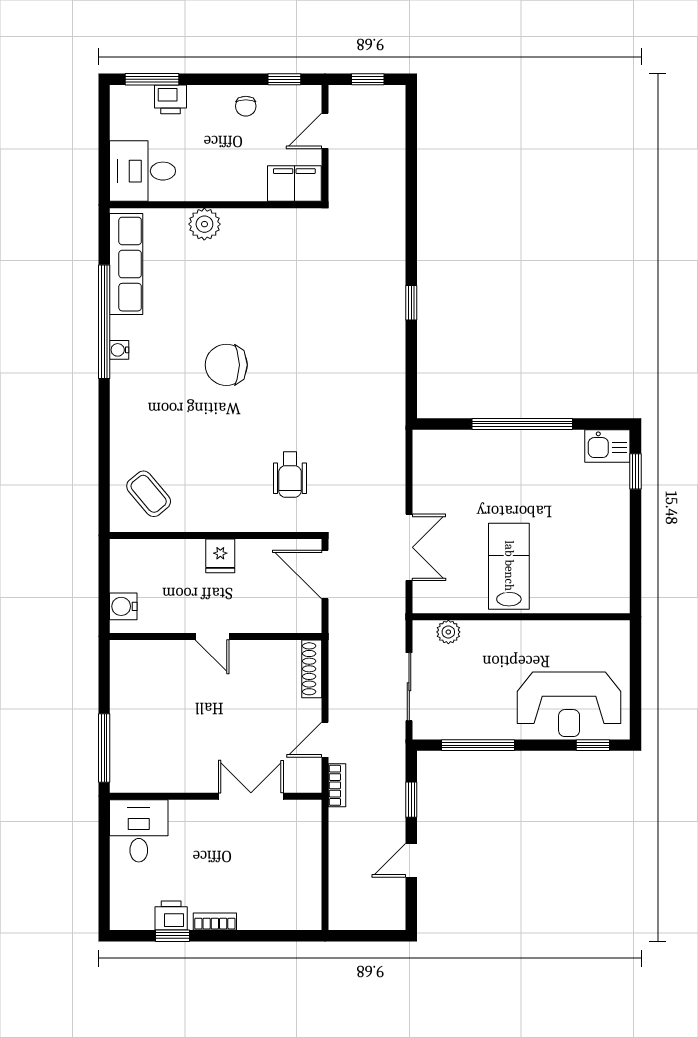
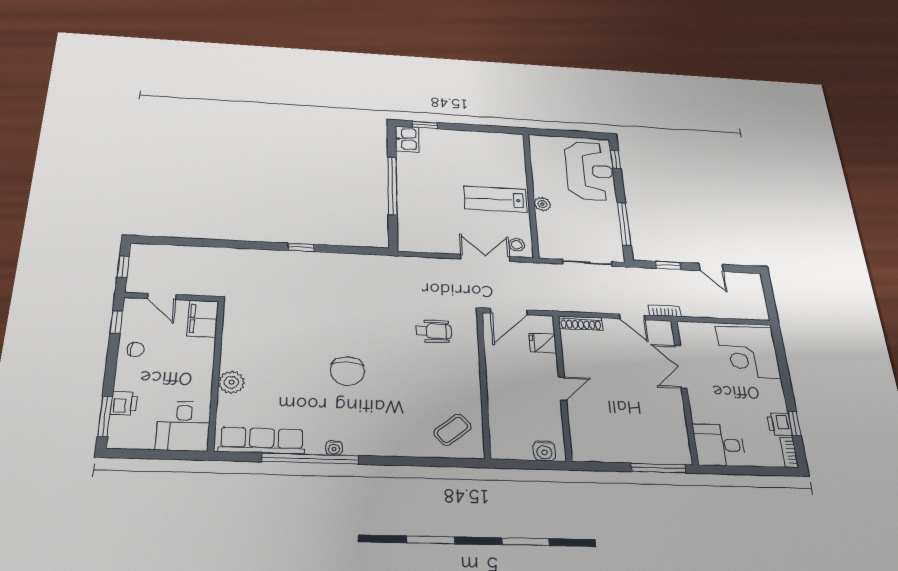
fridge: (220, 556) -> (543, 343), moved, turned 180
stool: (433, 591) -> (517, 245), added
plant: (448, 632) -> (542, 204), moved
corner desk: (278, 891) -> (748, 352), added
bookcase: (215, 921) -> (789, 452), moved

